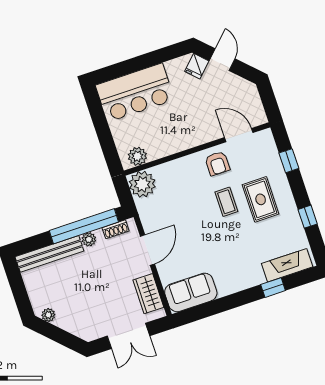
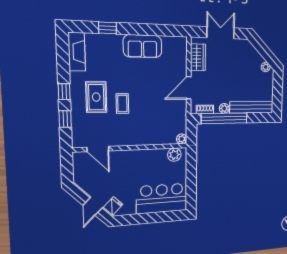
armchair: (217, 163) -> (120, 133), removed
plant: (142, 184) -> (182, 139), width x0.53, depth x0.53
window: (308, 217) -> (64, 92), moved
fireplace: (287, 265) -> (77, 52), moved, turned -90
sofa: (191, 292) -> (143, 46), moved

